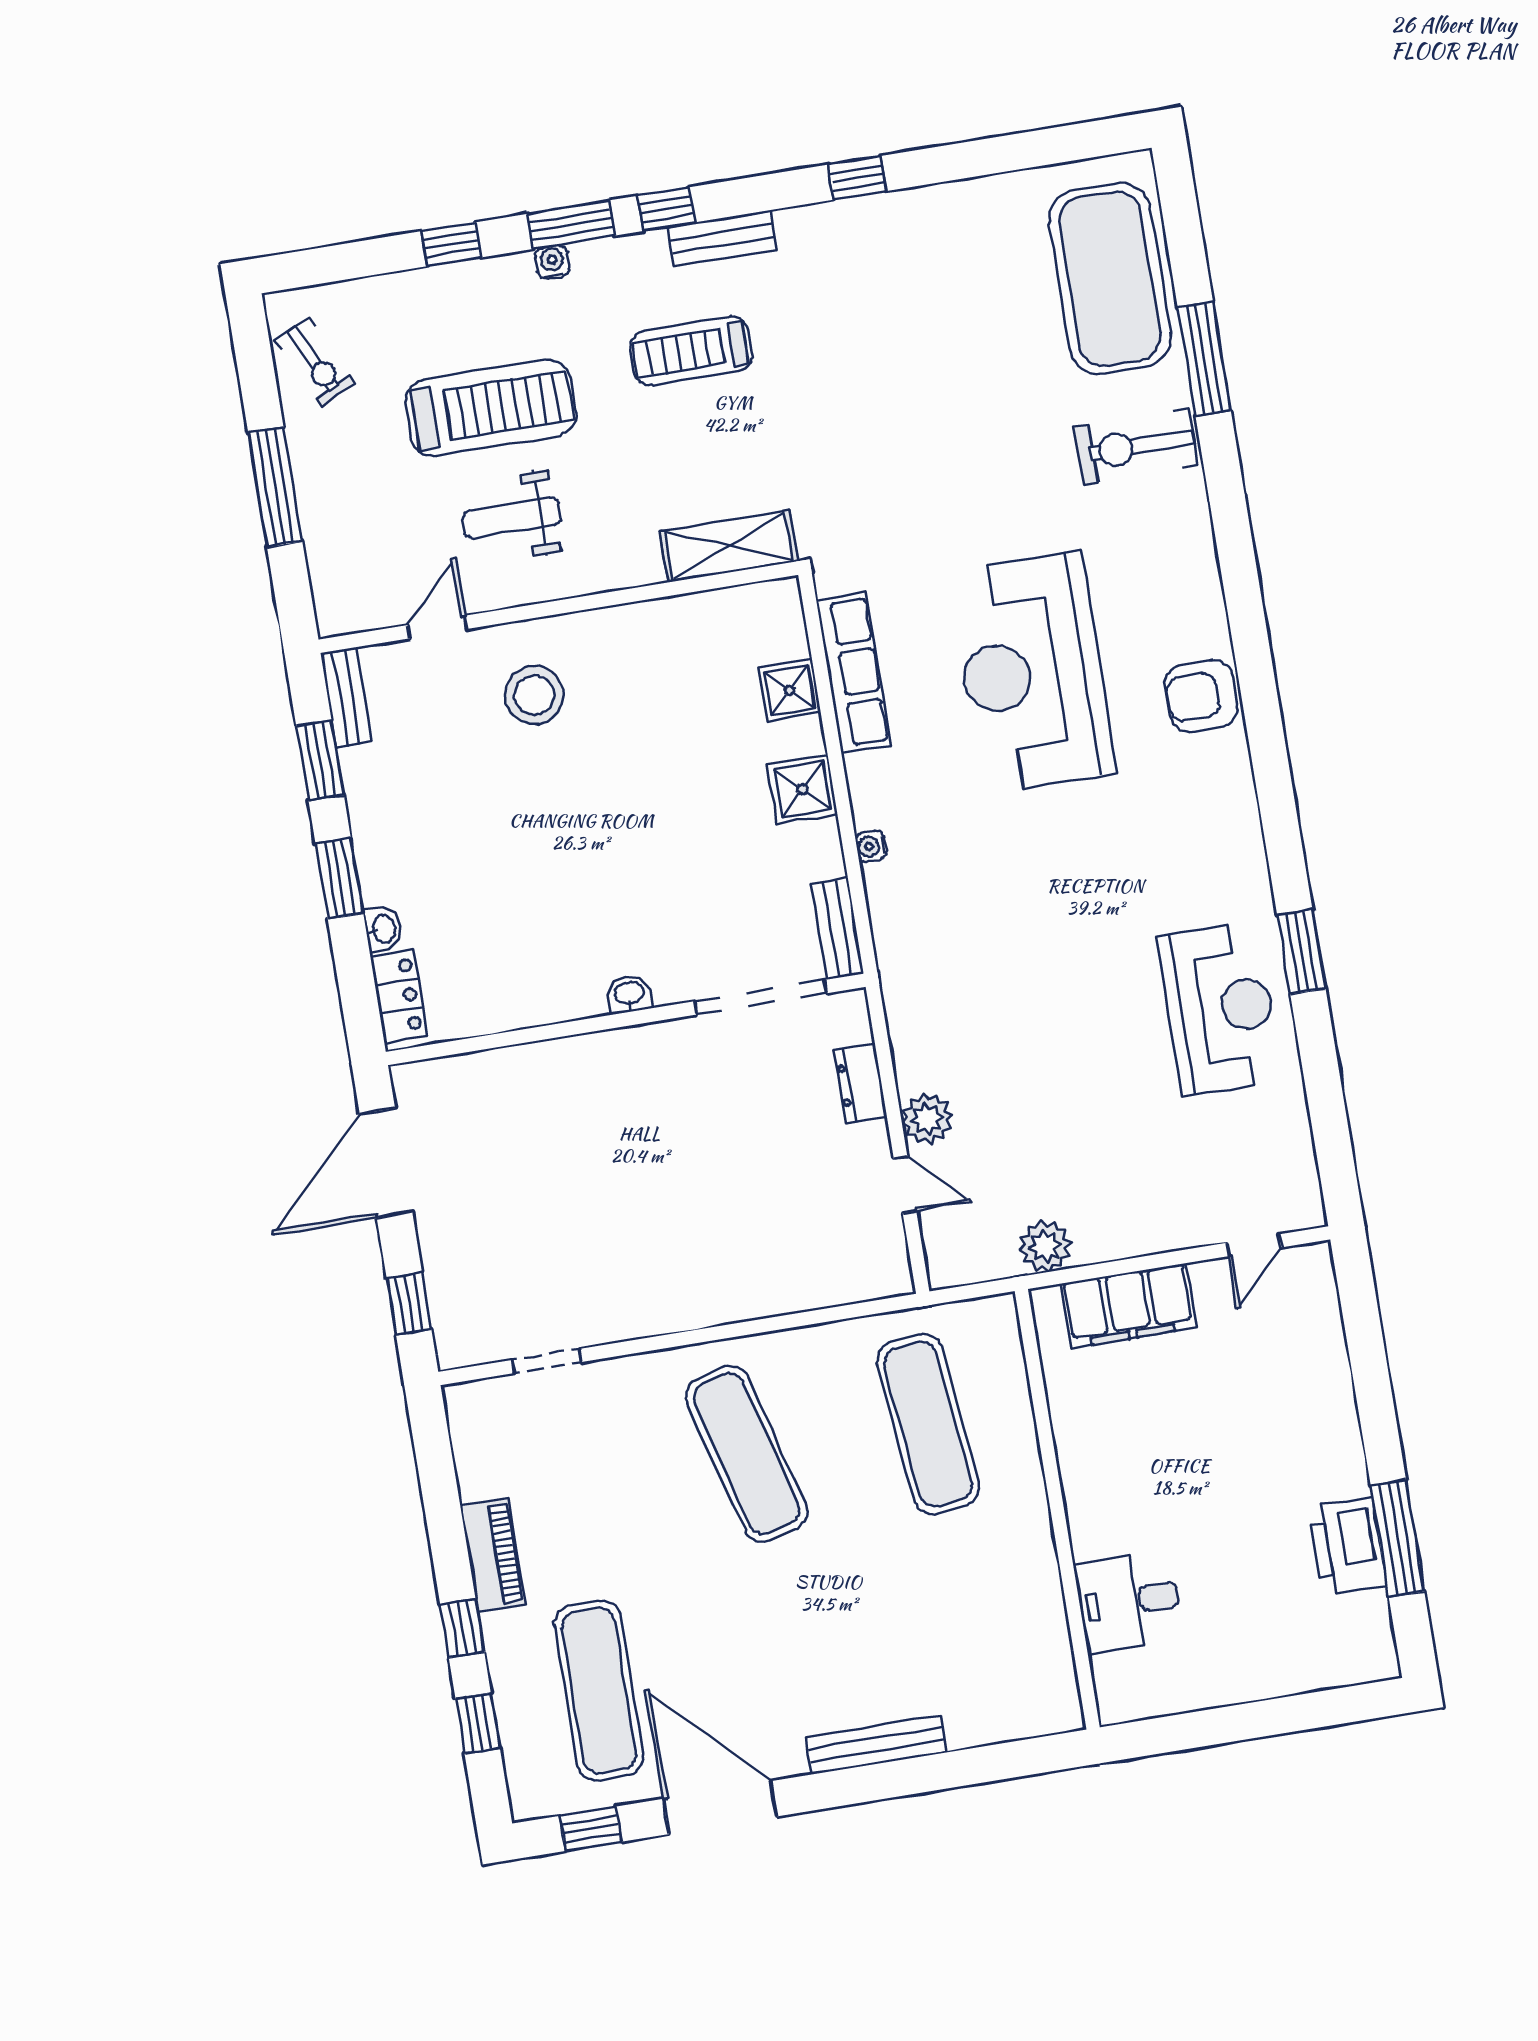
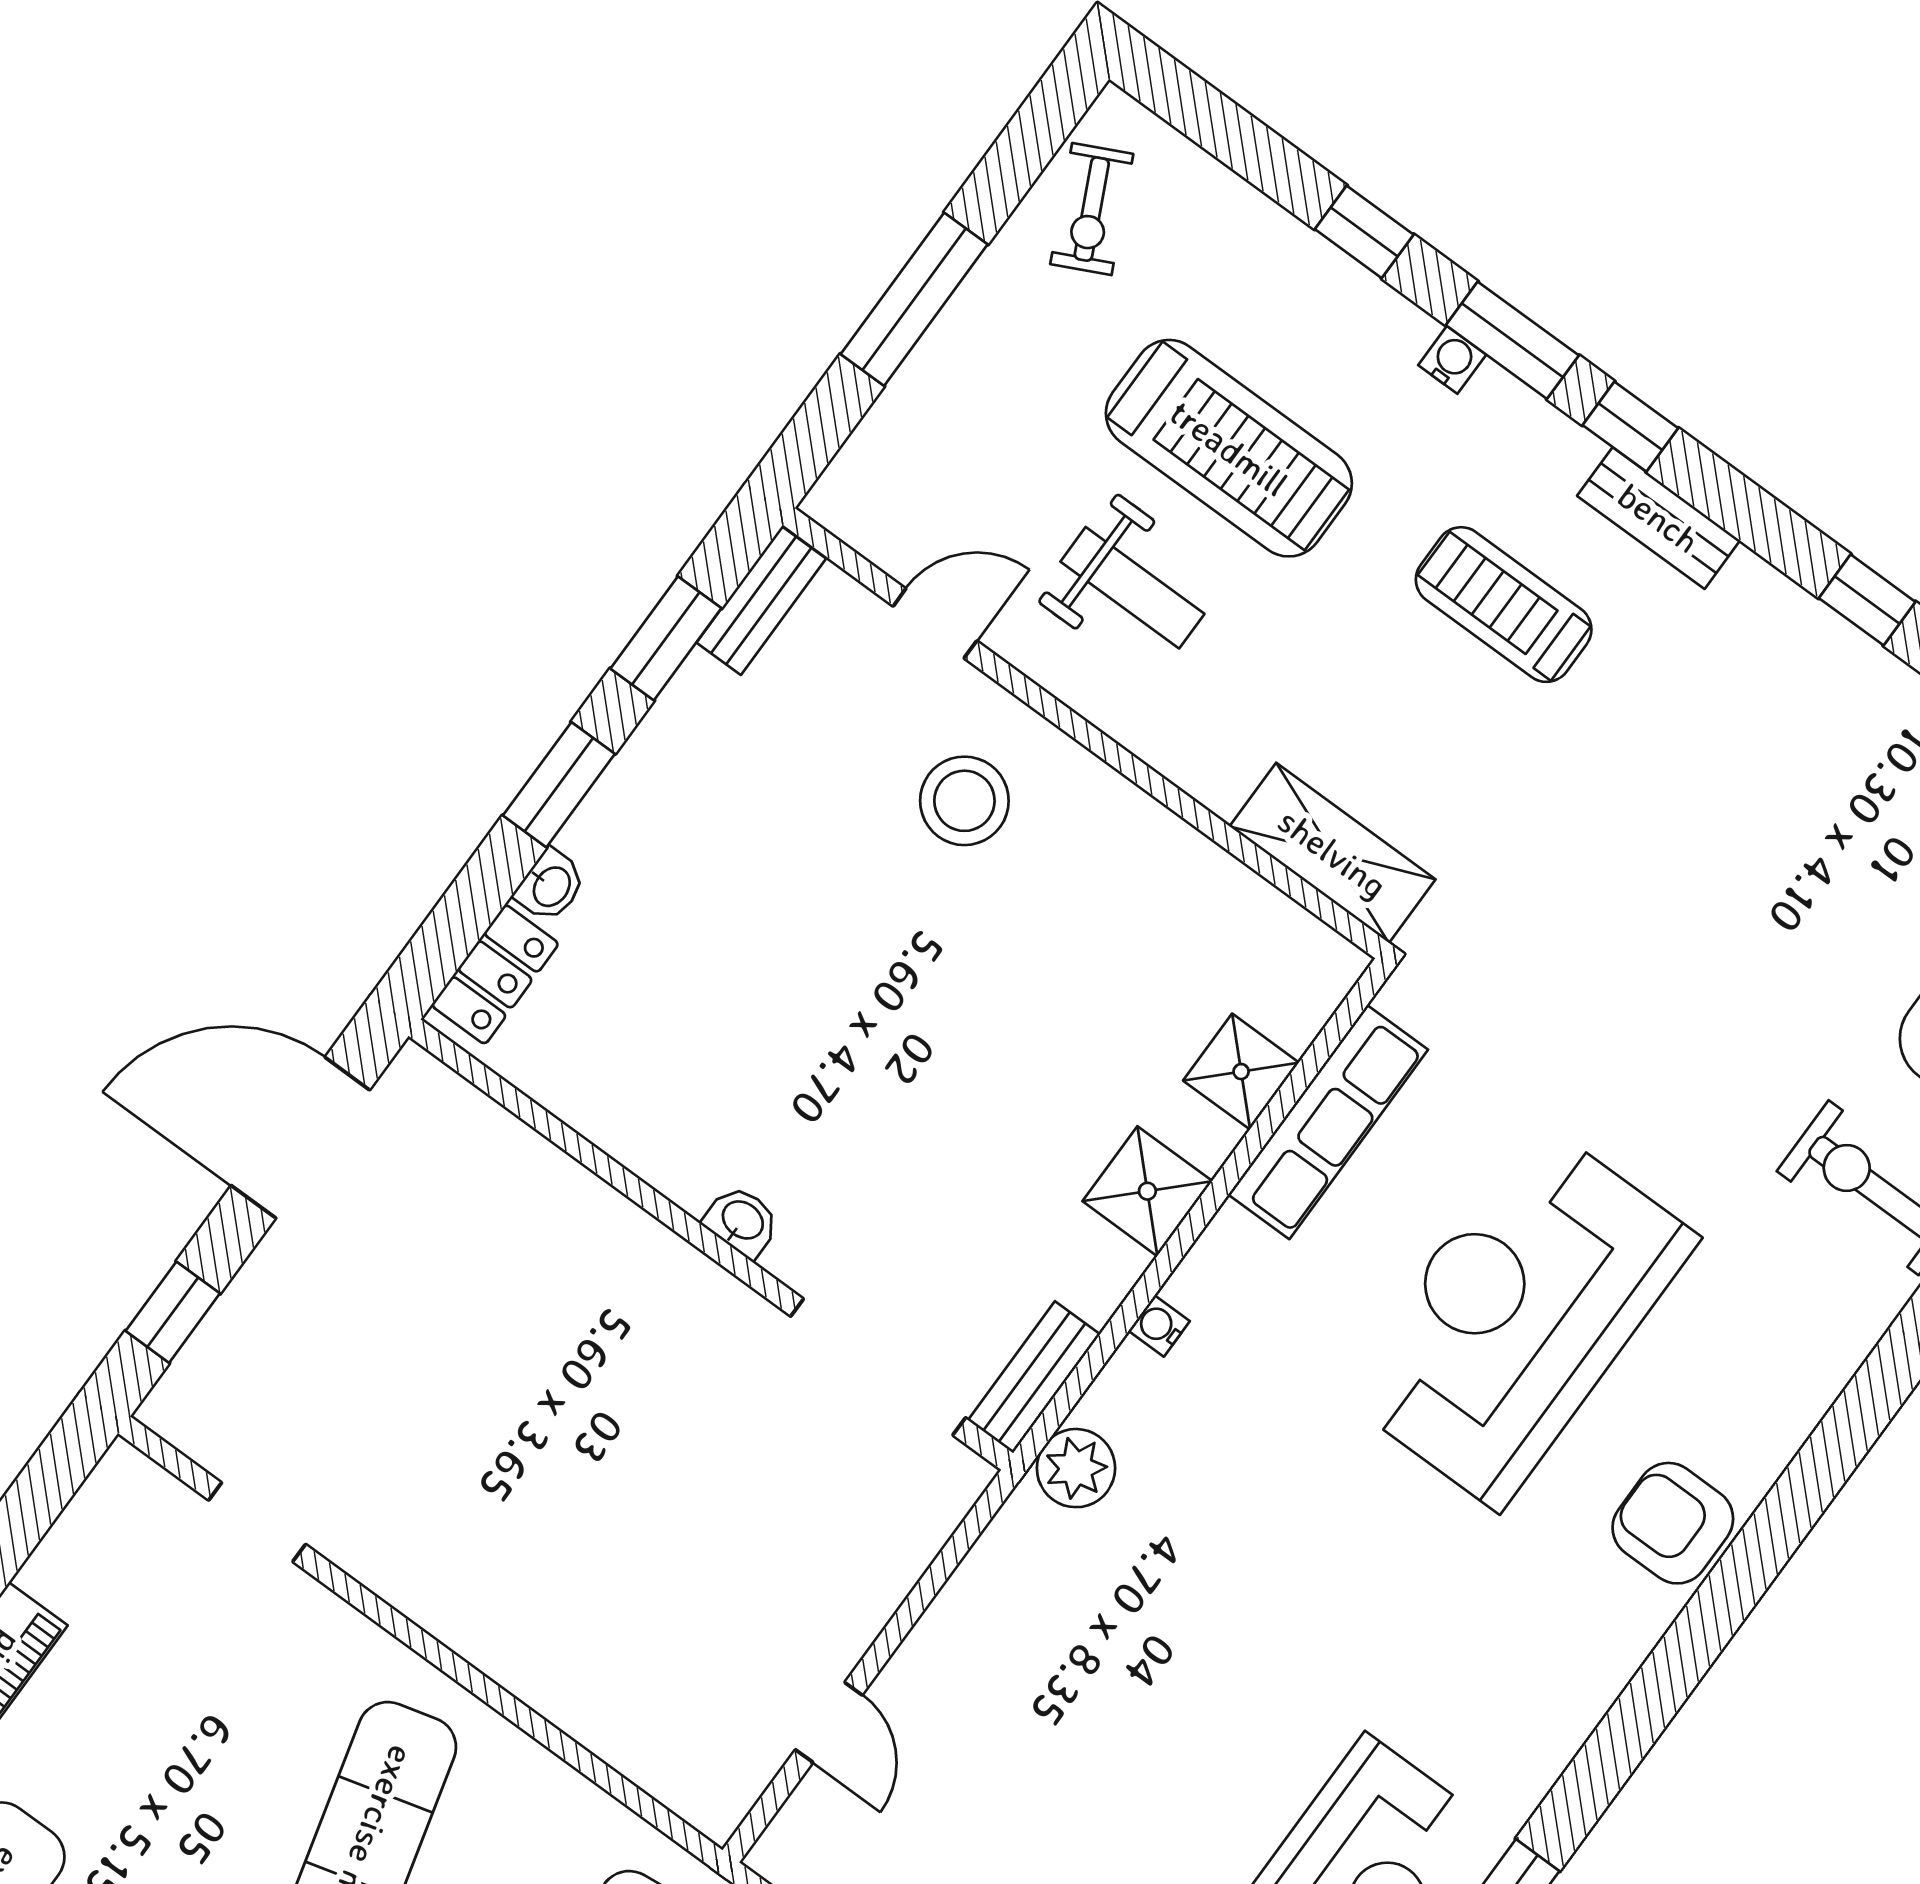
weight bench: (512, 518) -> (1132, 588), turned 180
dresser: (860, 1083) -> (891, 1566), removed
plant: (927, 1119) -> (1076, 1468), moved

